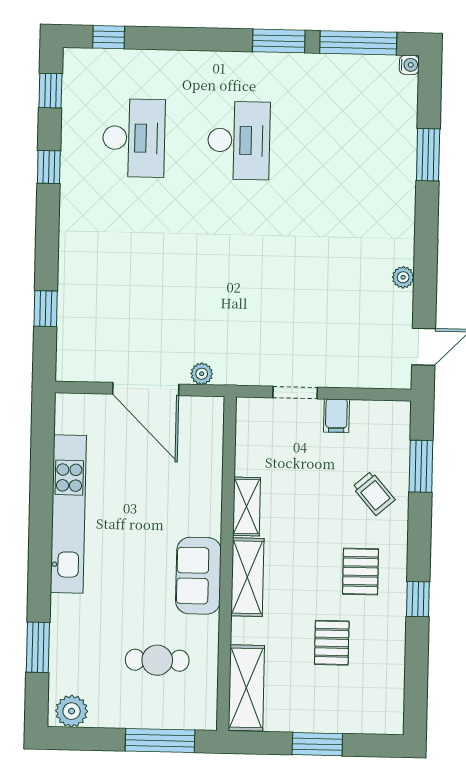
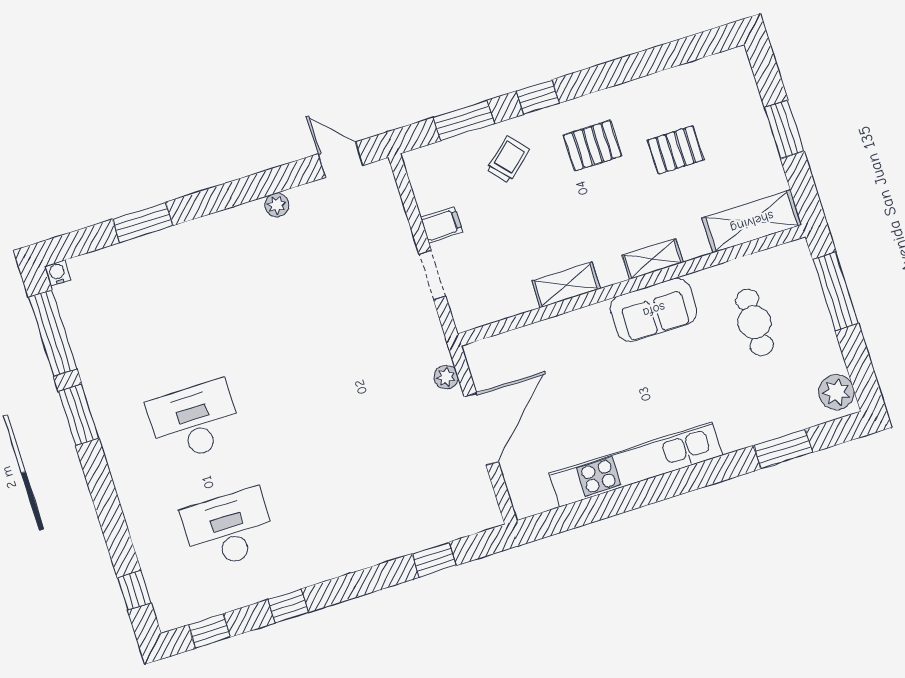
shelving: (247, 577) -> (653, 259), width x0.67, depth x0.75
window: (418, 599) -> (538, 97), moved

